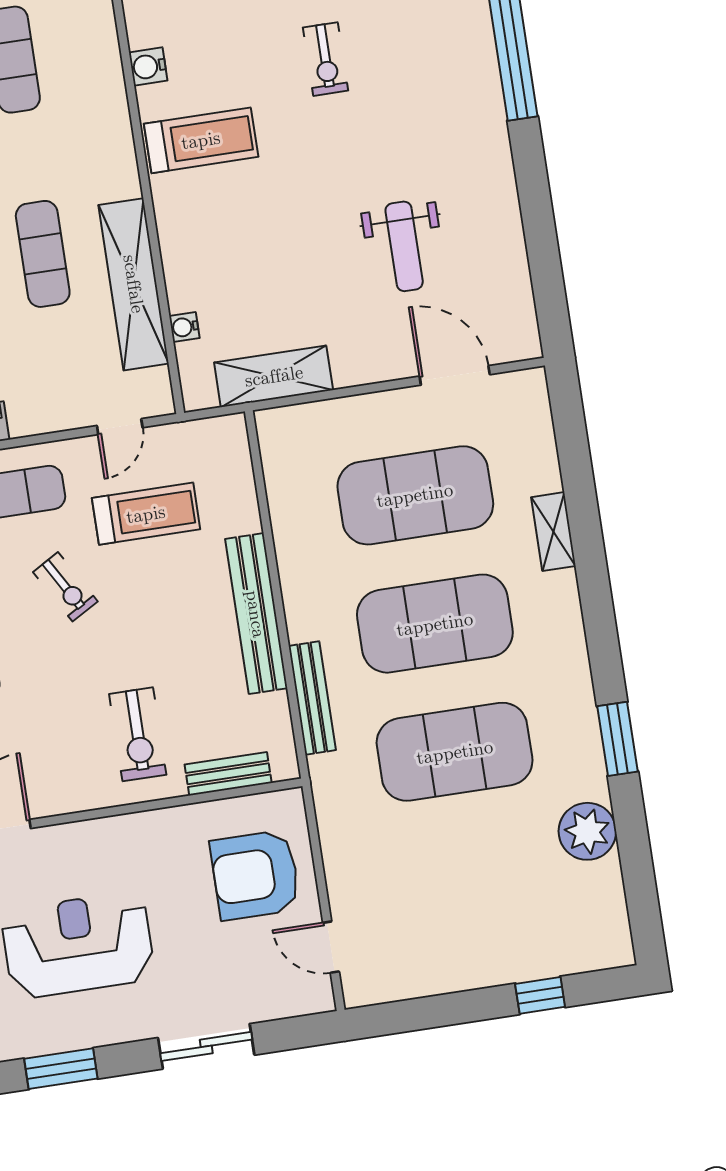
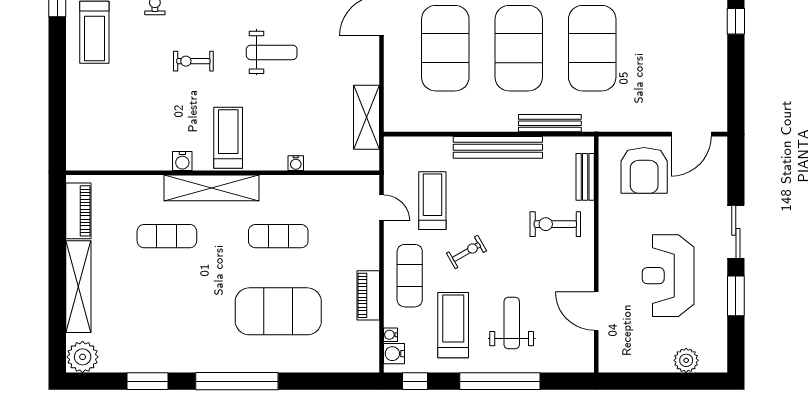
exercise bike: (325, 59) -> (193, 61), turned 180
weight bench: (404, 246) -> (272, 52), moved
shelving: (134, 284) -> (211, 188), moved
water cooler: (184, 327) -> (296, 163), moved
exercise bike: (138, 734) -> (555, 224), turned 180
door: (331, 947) -> (691, 134), width x1.38
sliding door: (206, 1046) -> (736, 232), moved

